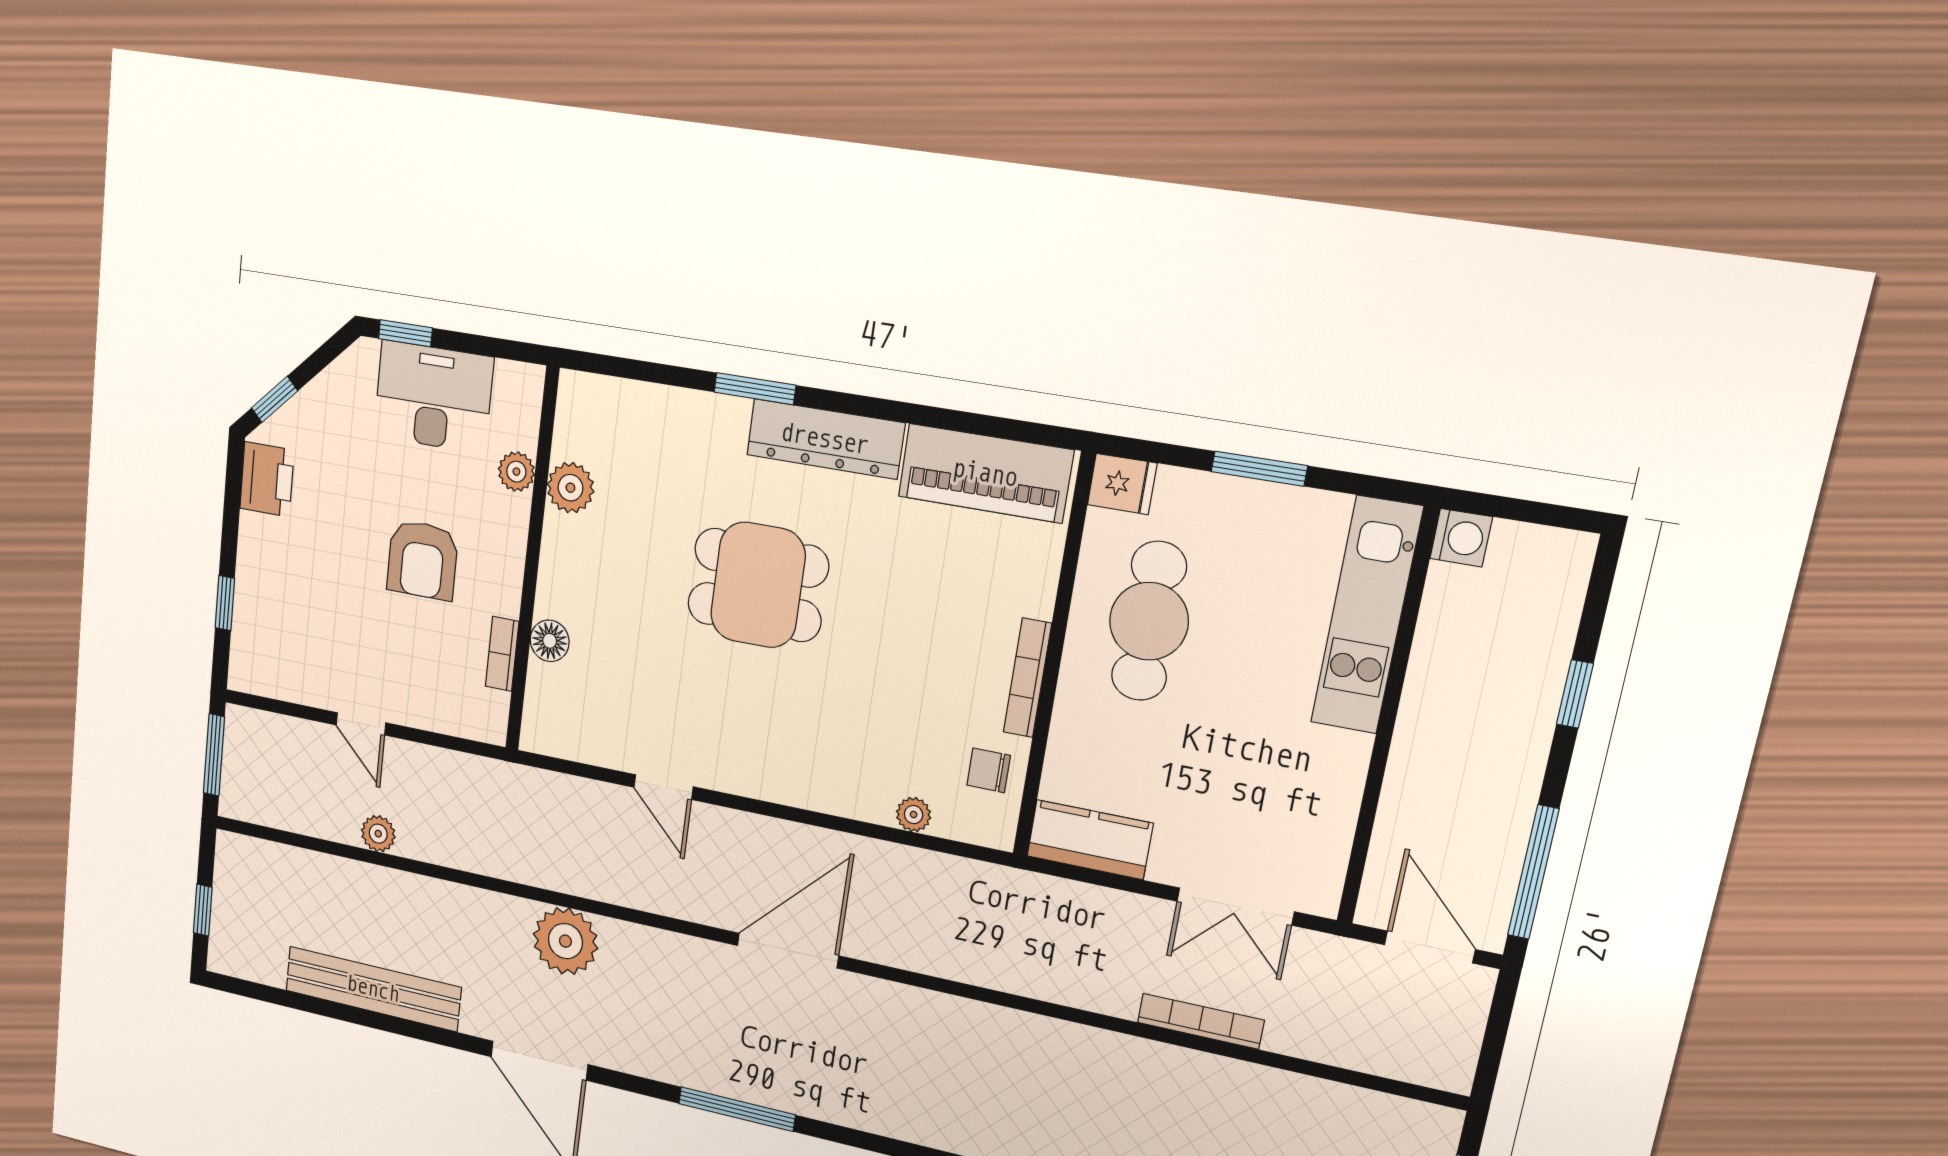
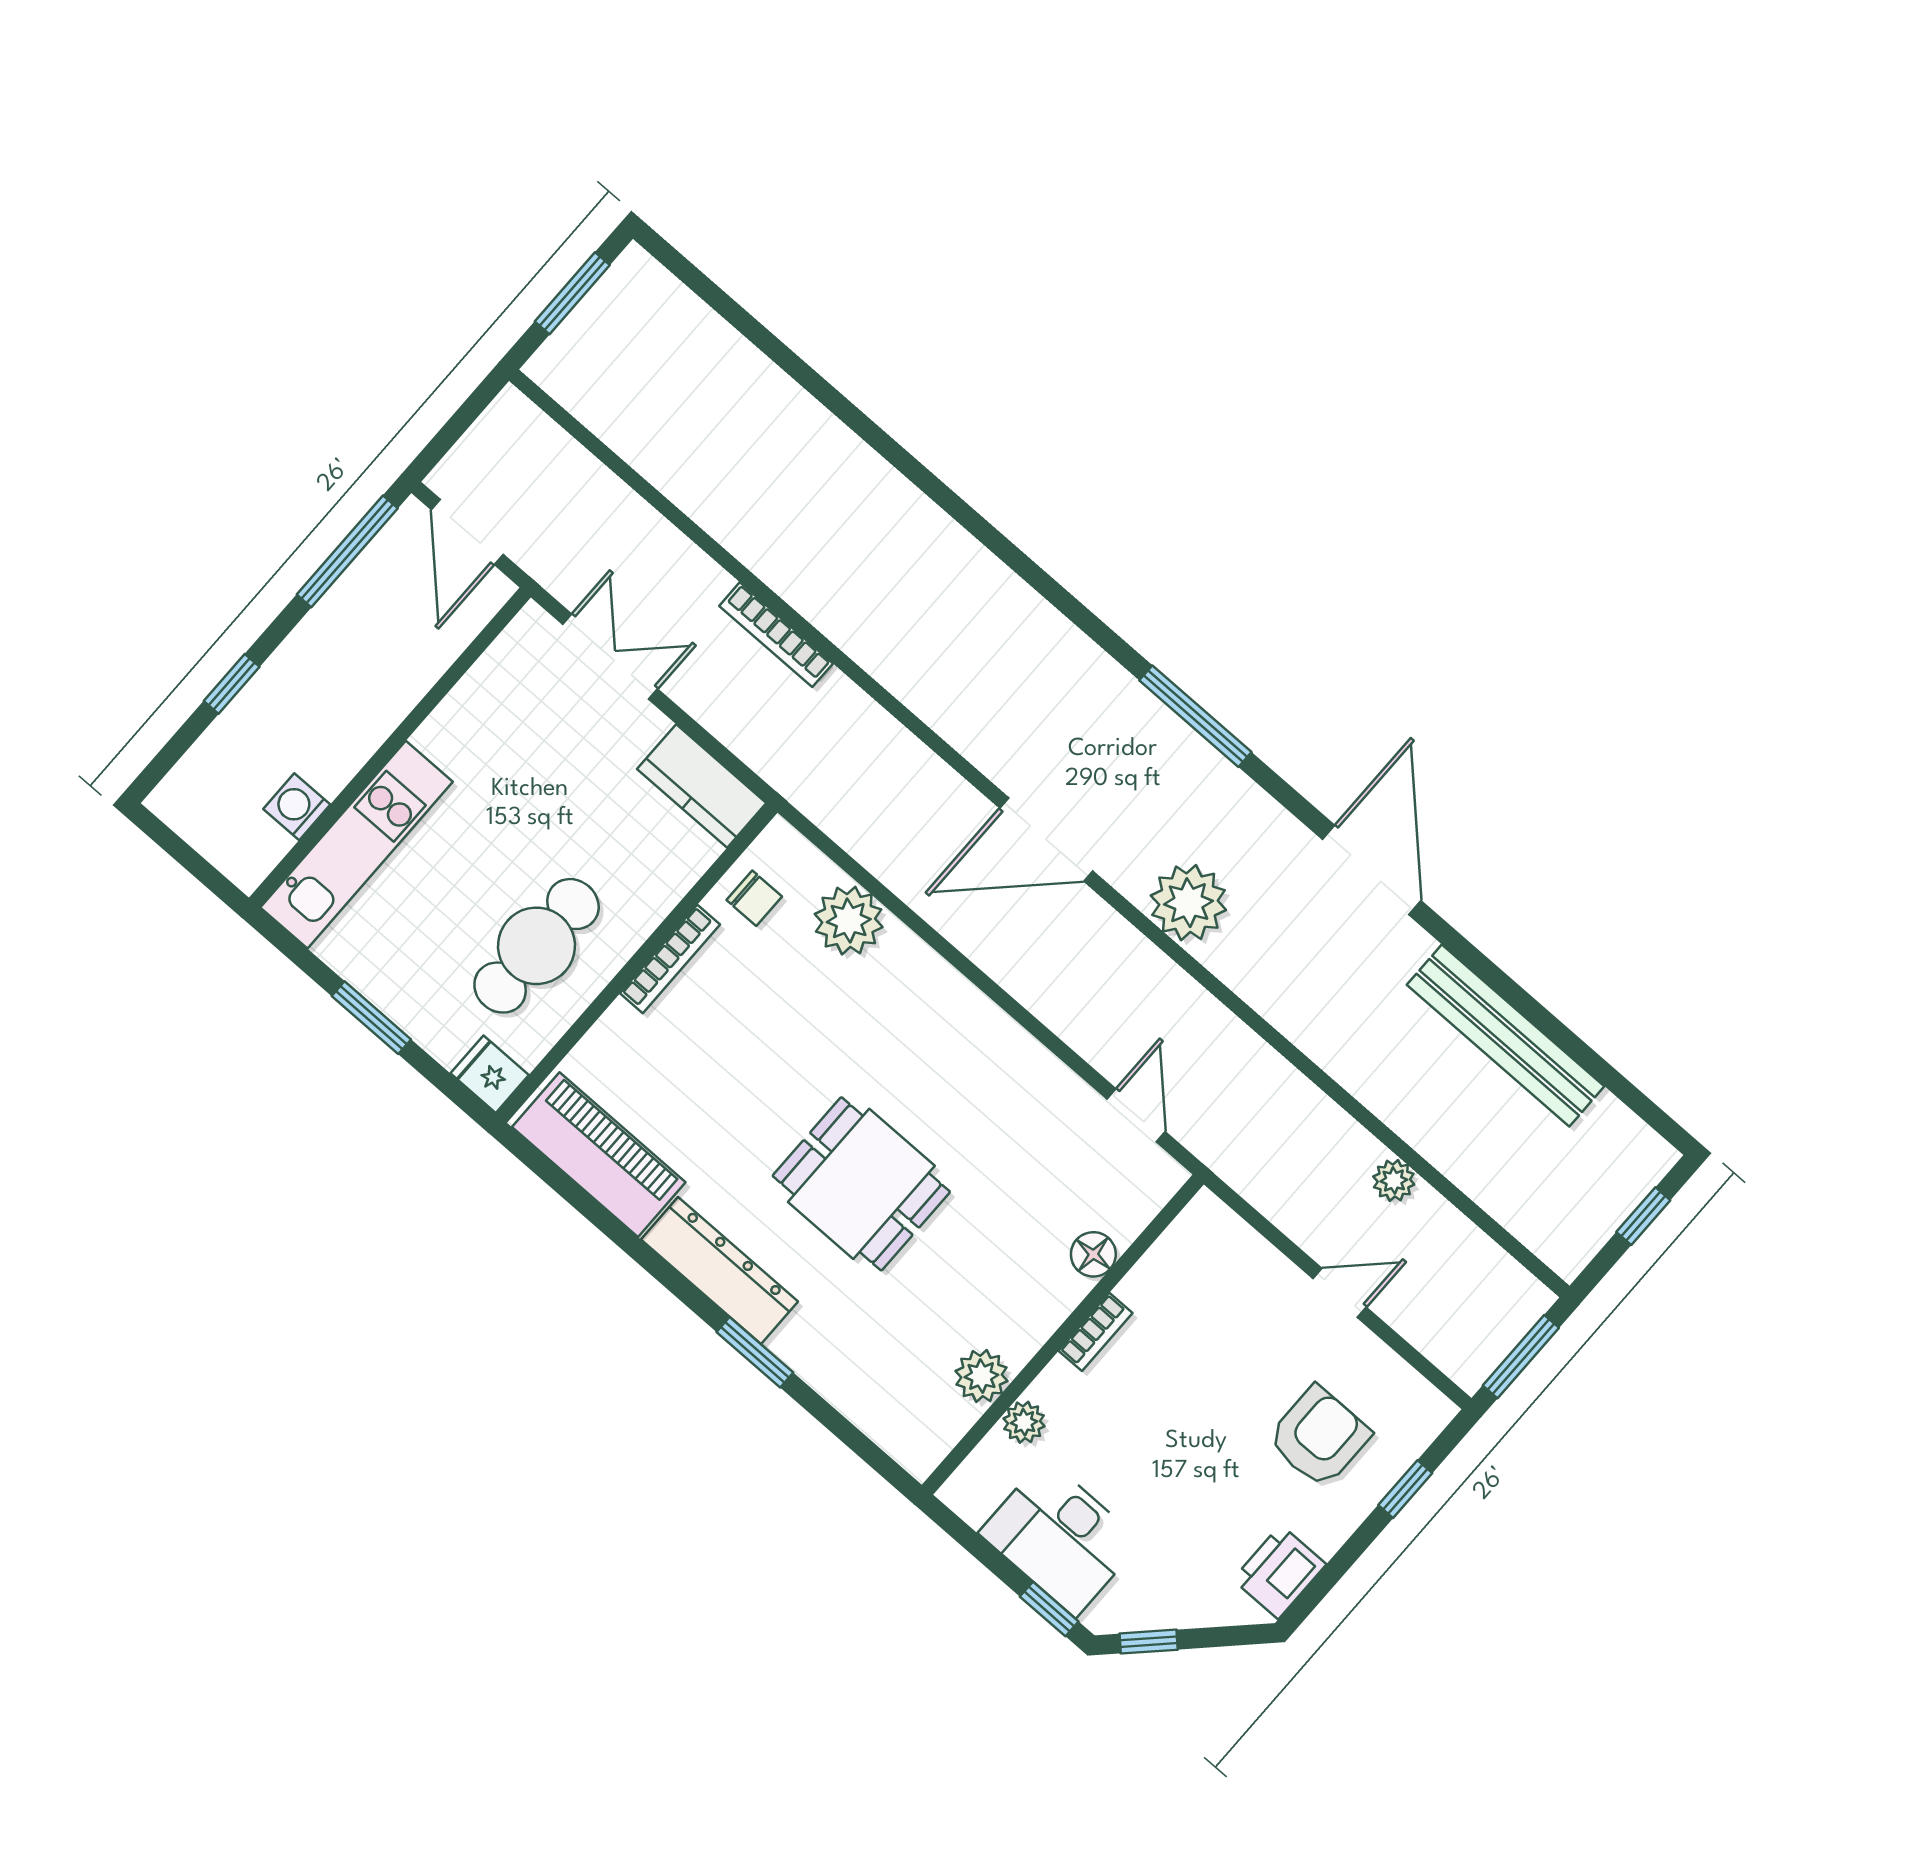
window: (275, 399) -> (1149, 1642), moved
washing machine: (1461, 538) -> (297, 807), moved
armchair: (422, 560) -> (1319, 1437), moved
bookcase: (502, 654) -> (1096, 1332), moved
door: (361, 724) -> (1340, 1293), hinge flipped
door: (664, 787) -> (1136, 1115), moved
plant: (914, 815) -> (849, 921), width x1.87, depth x1.87
plant: (565, 941) -> (1188, 903), moved
bookcase: (1201, 1021) -> (776, 635), moved

